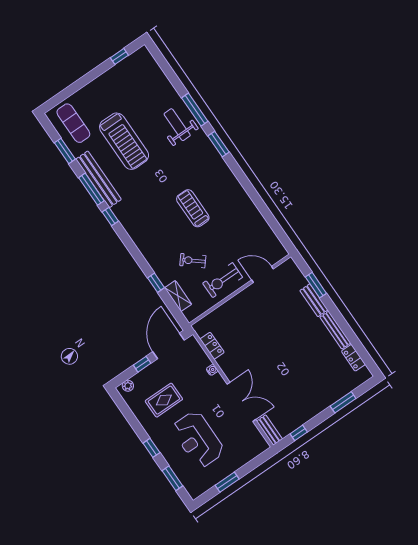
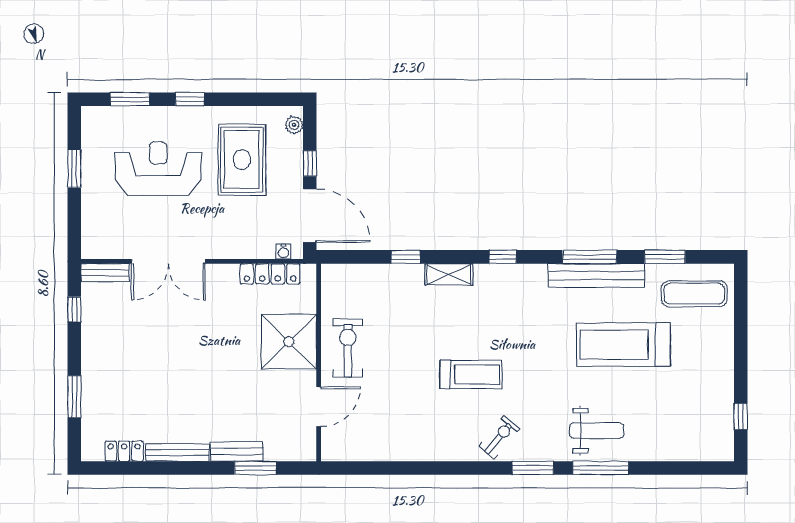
window: (110, 216) -> (503, 257), moved
exercise bike: (193, 261) -> (499, 437), moved
shelving: (178, 296) -> (449, 274), moved
shower: (240, 312) -> (289, 342), added
locker: (212, 346) -> (270, 274), width x1.53
water cooler: (212, 370) -> (284, 252), moved
rug: (164, 400) -> (242, 160), width x1.36, depth x1.43

